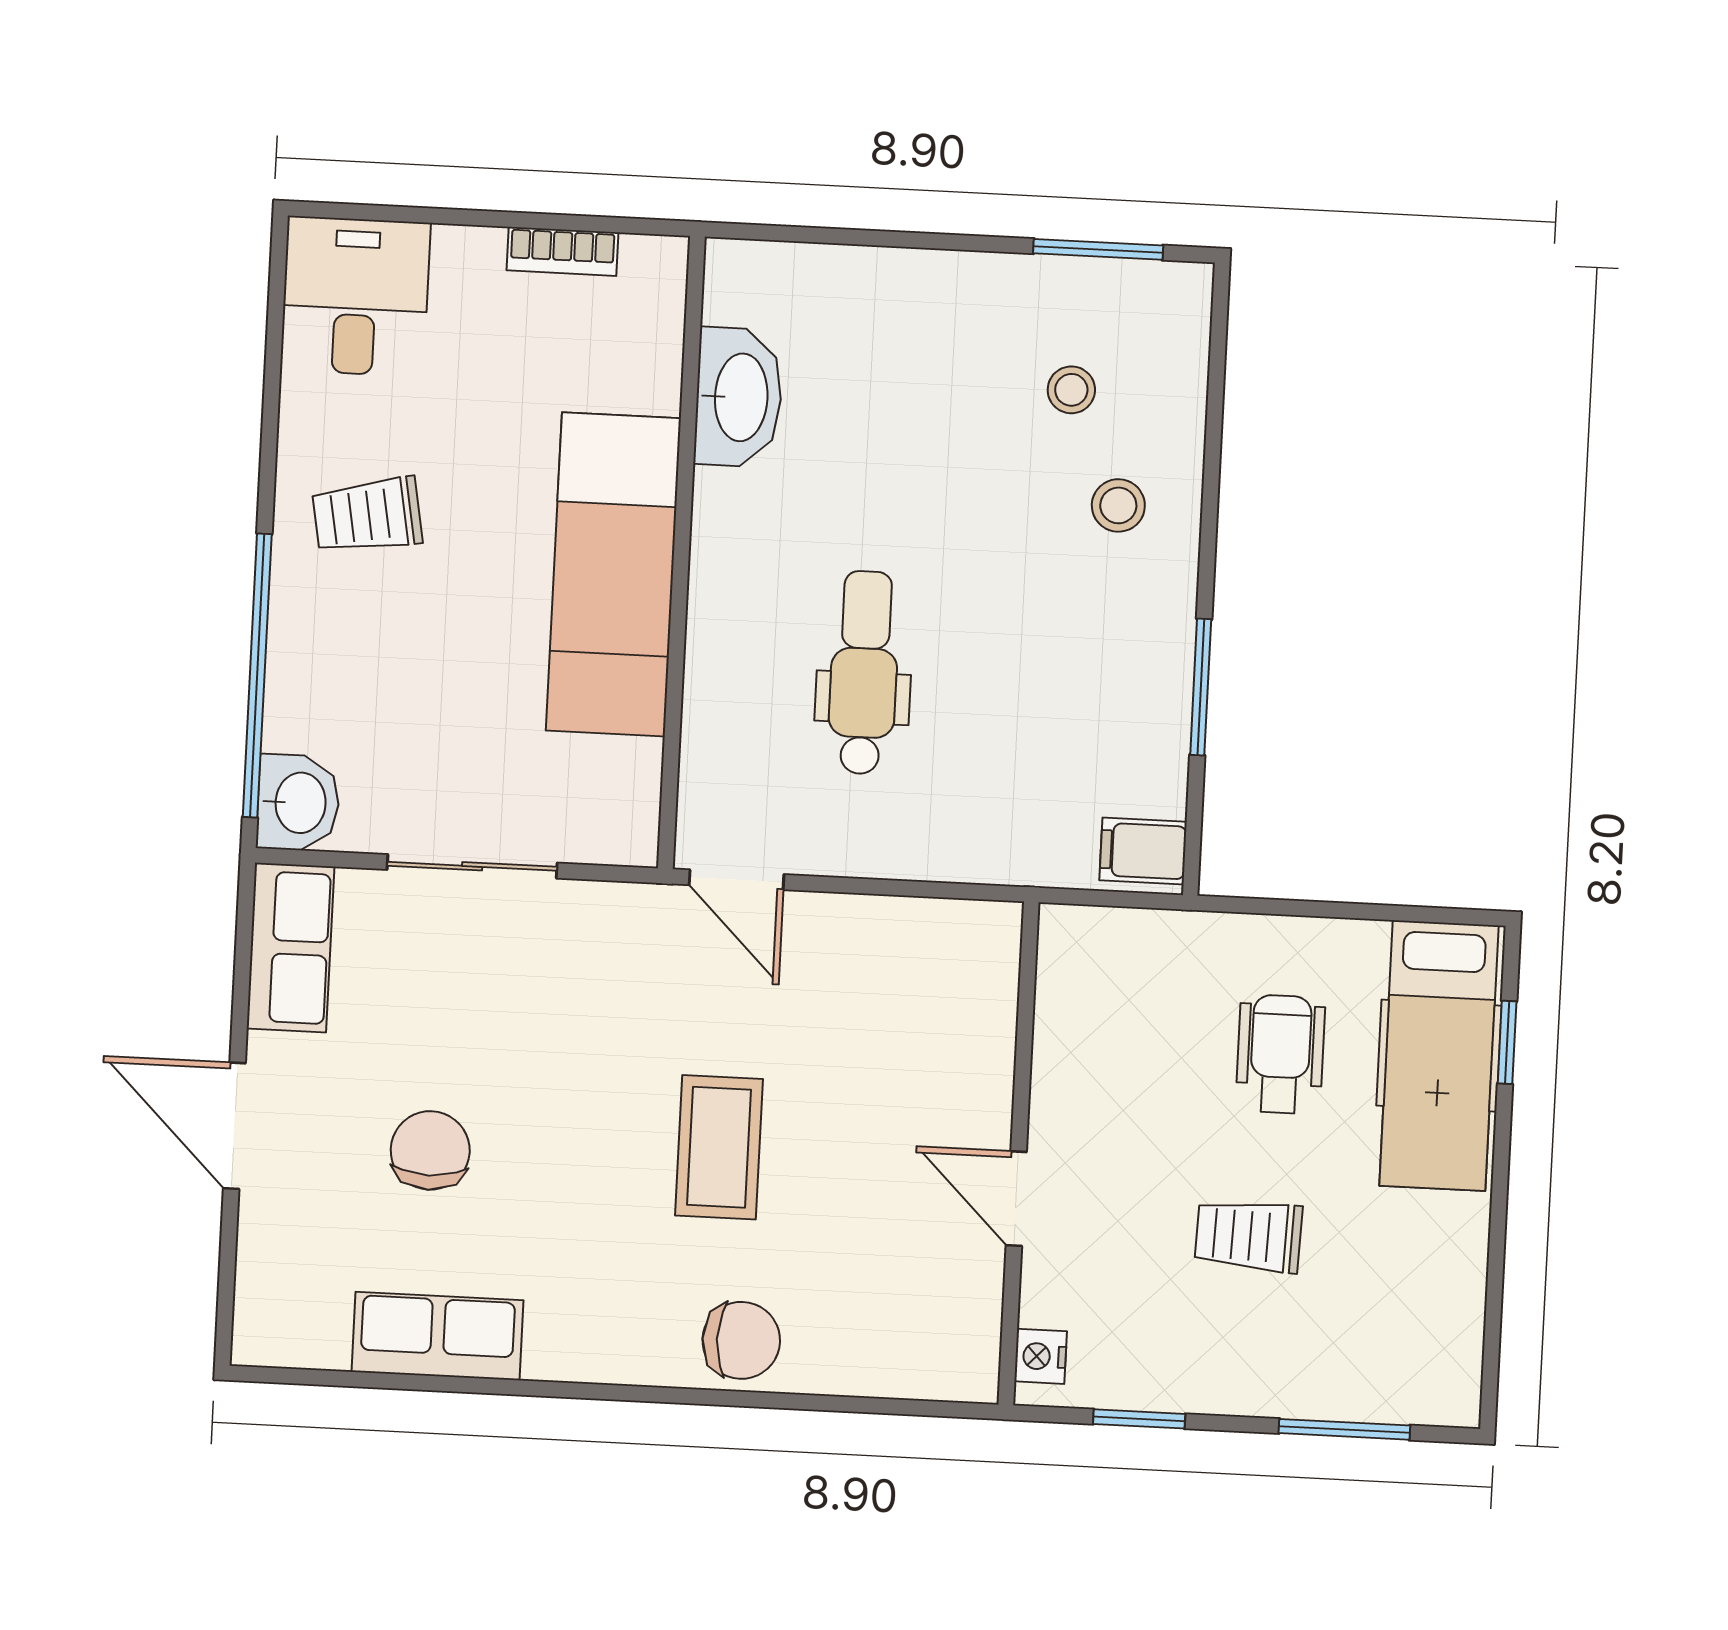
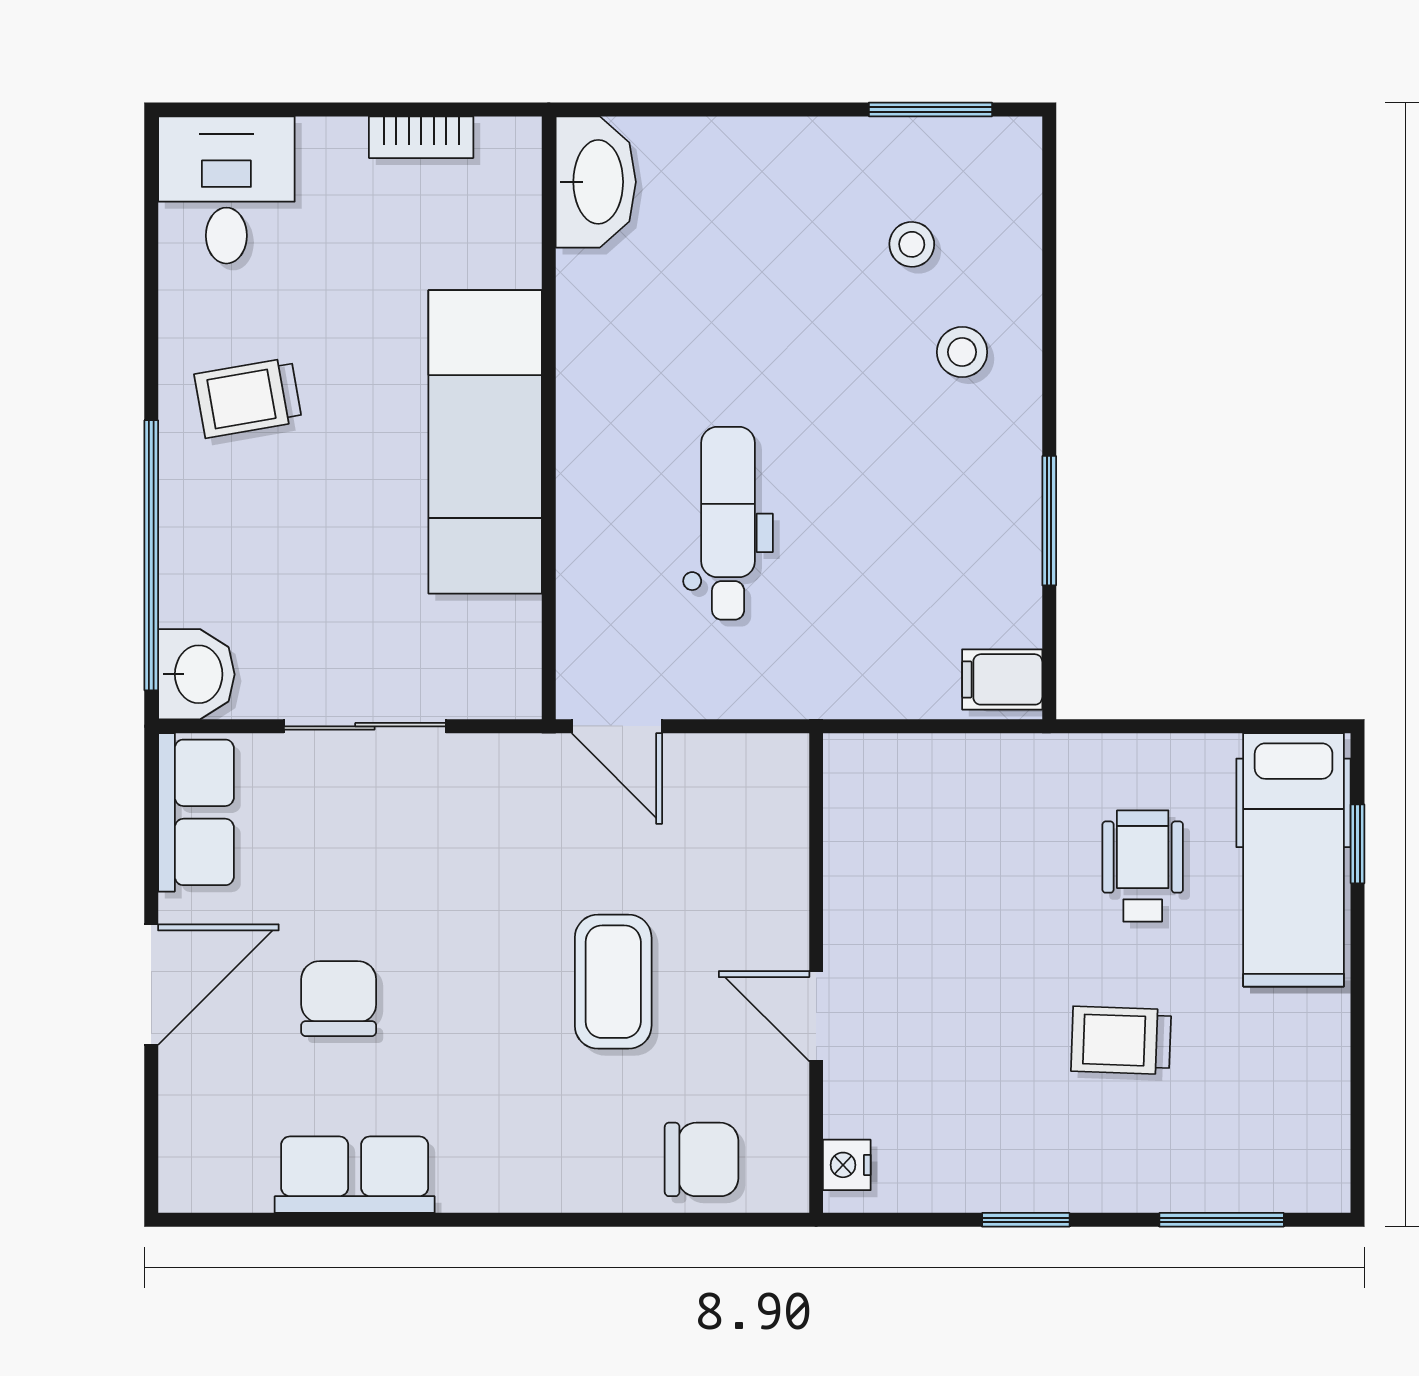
washbasin: (739, 397) -> (596, 182), moved
door: (234, 1126) -> (151, 985), swing flipped
wall: (1019, 1153) -> (816, 973), moved
door: (1016, 1199) -> (816, 1016), moved
chair: (741, 1340) -> (702, 1159), moved
nightstand: (1041, 1356) -> (847, 1165), moved

